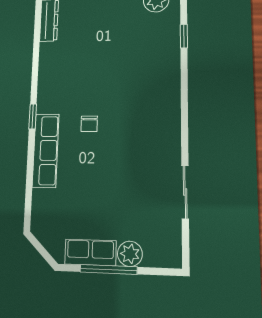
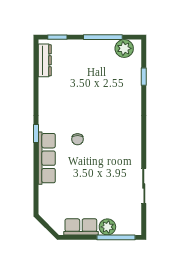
window: (108, 269) -> (116, 237), moved

